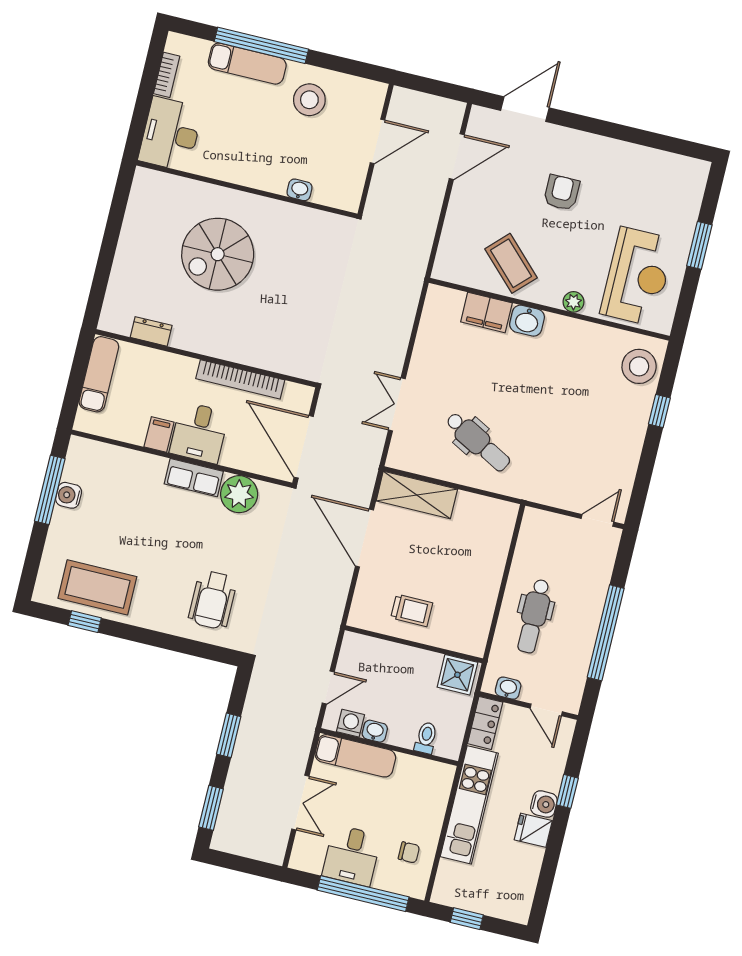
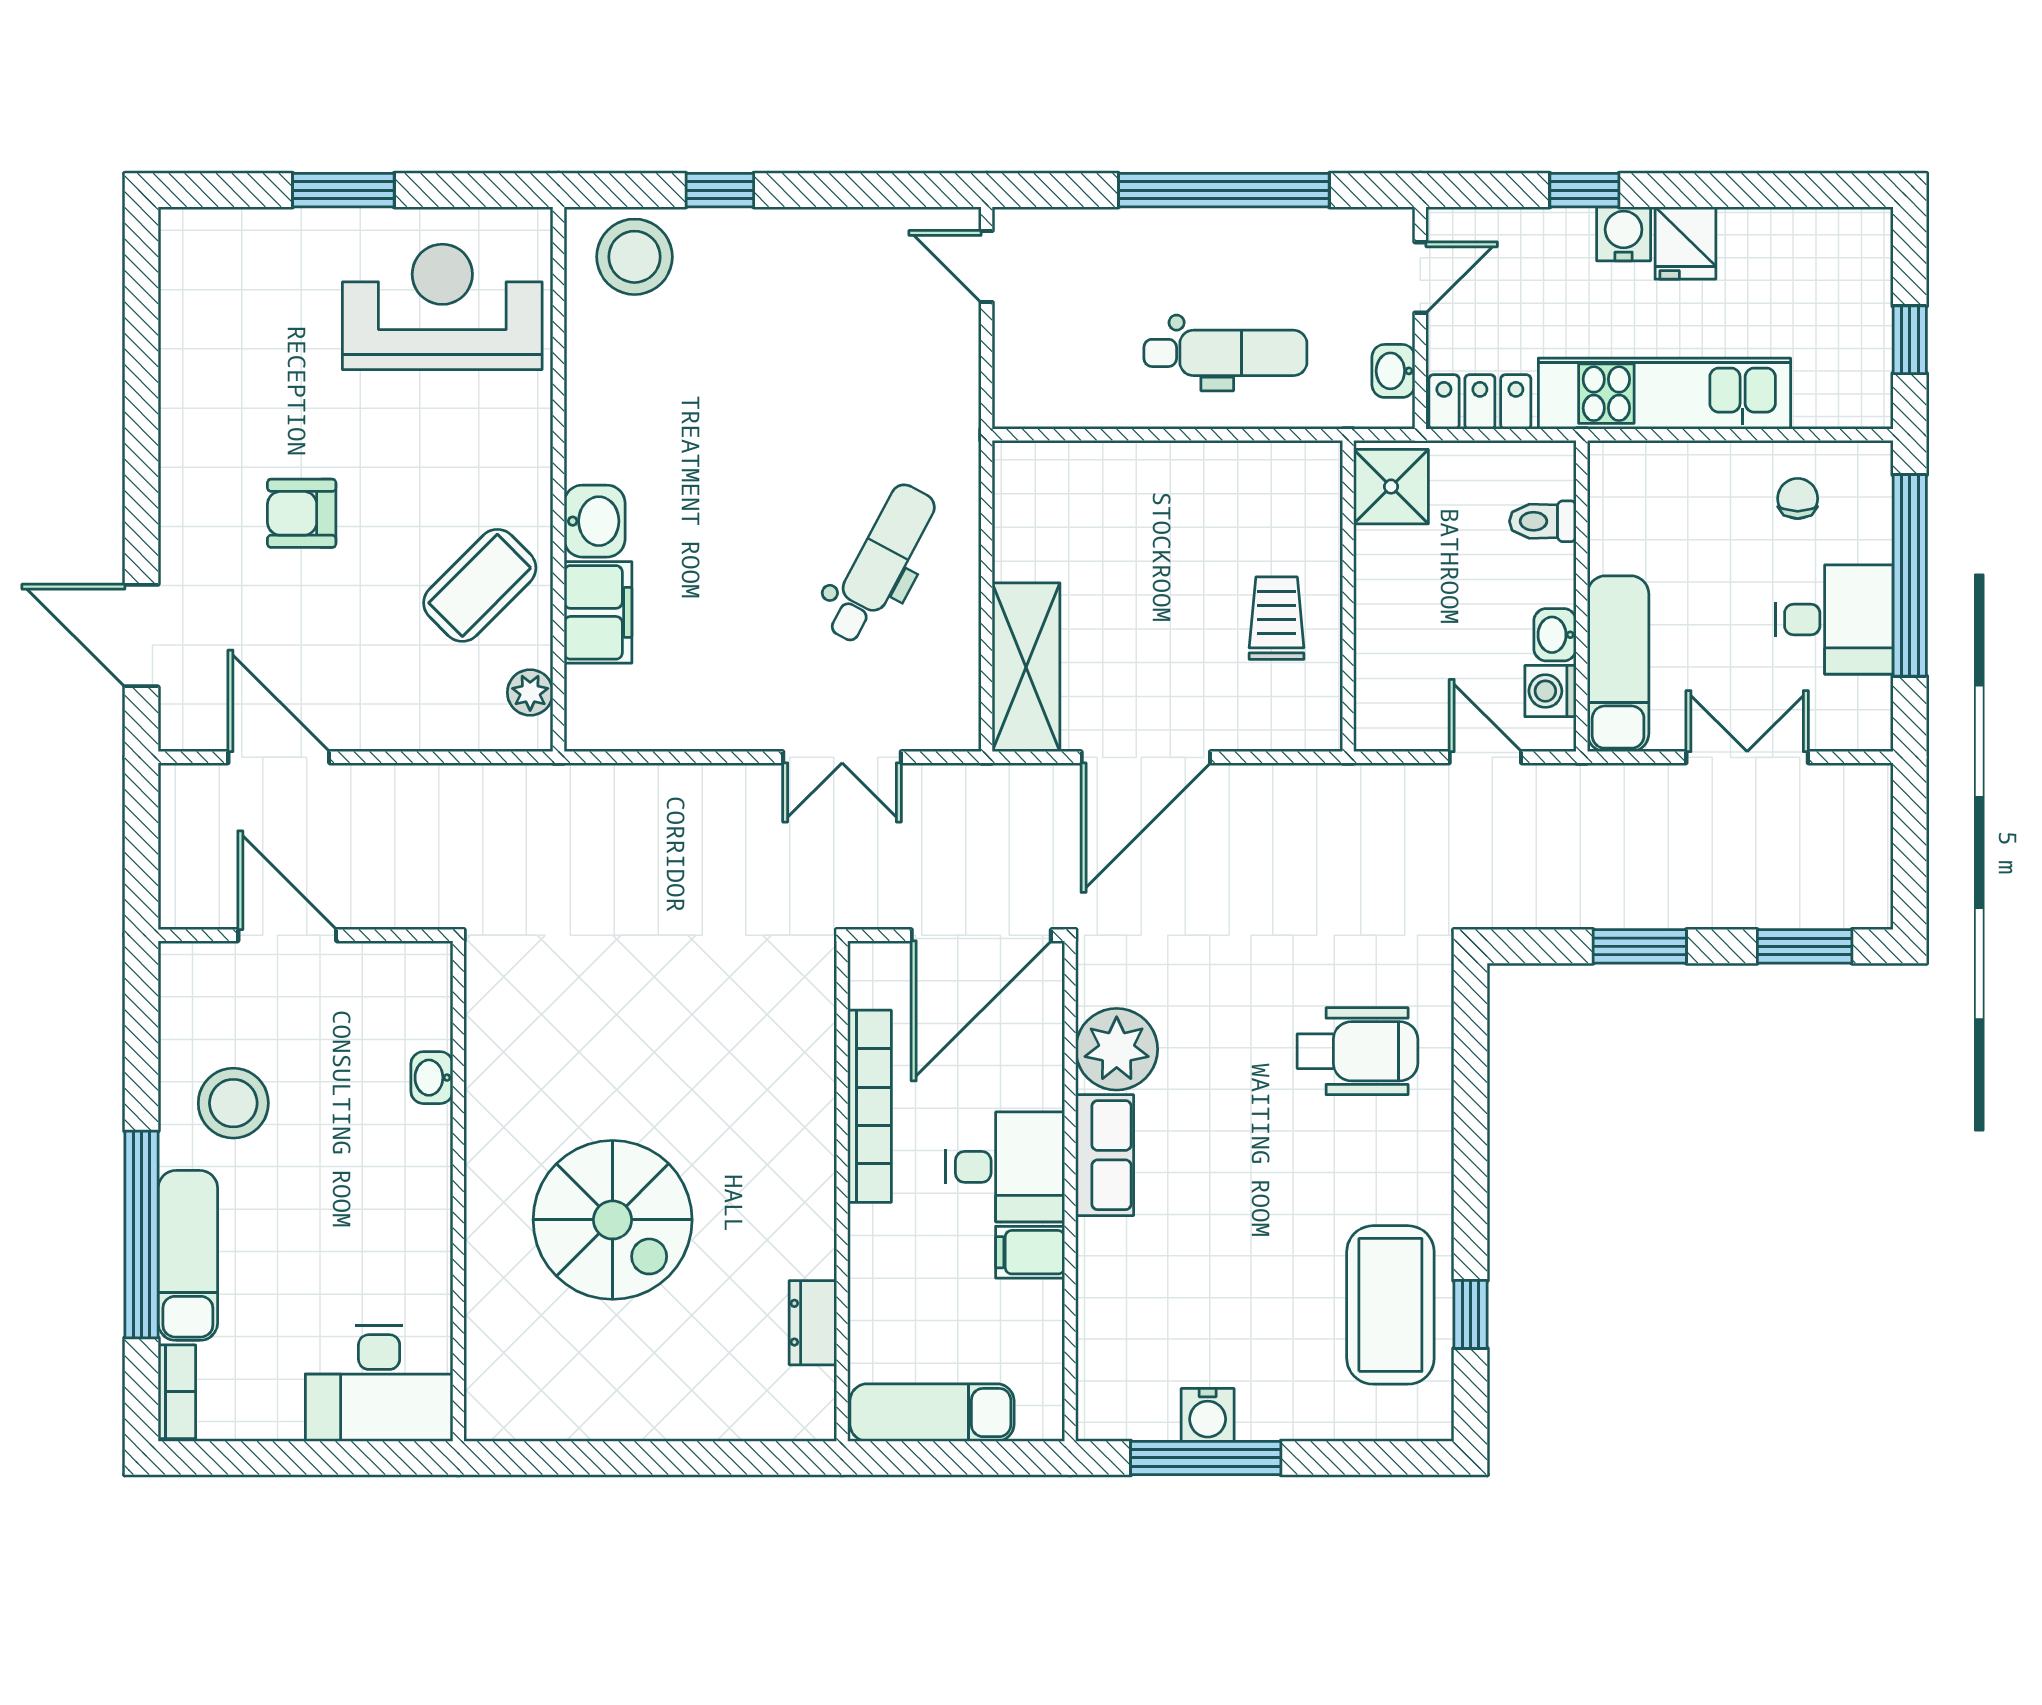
bookcase: (167, 75) -> (177, 1392), moved, turned 90
plant: (574, 302) -> (530, 692), moved

